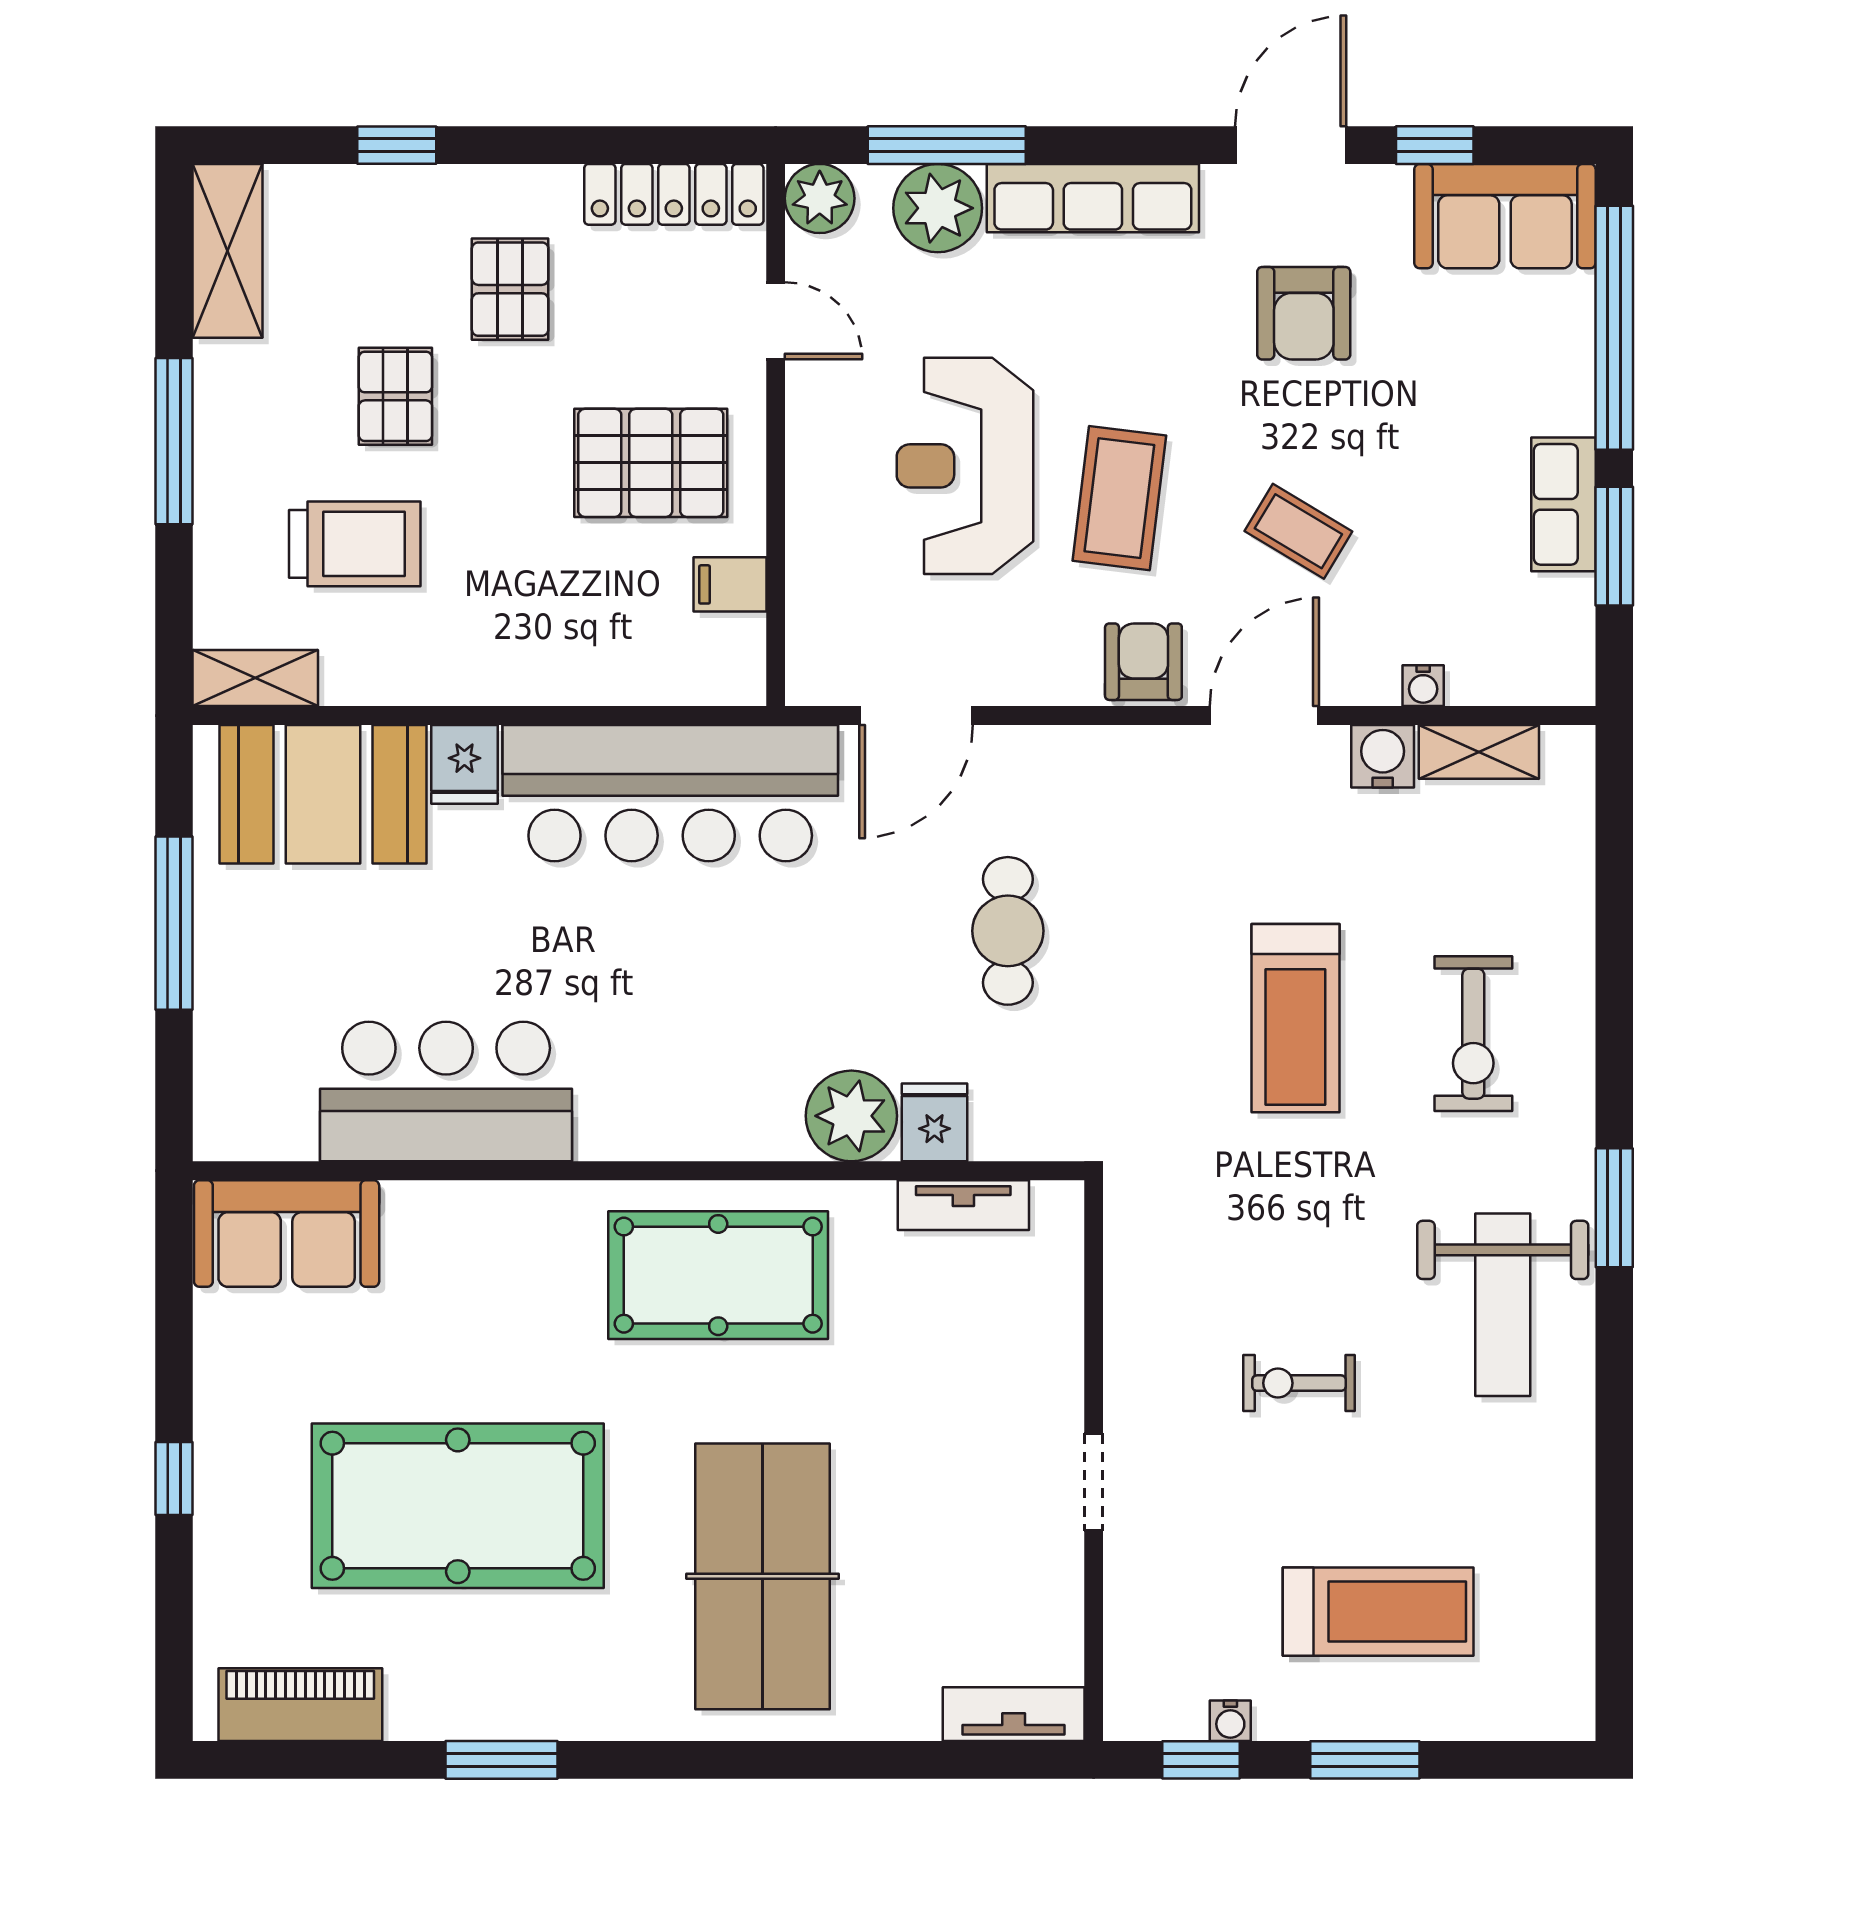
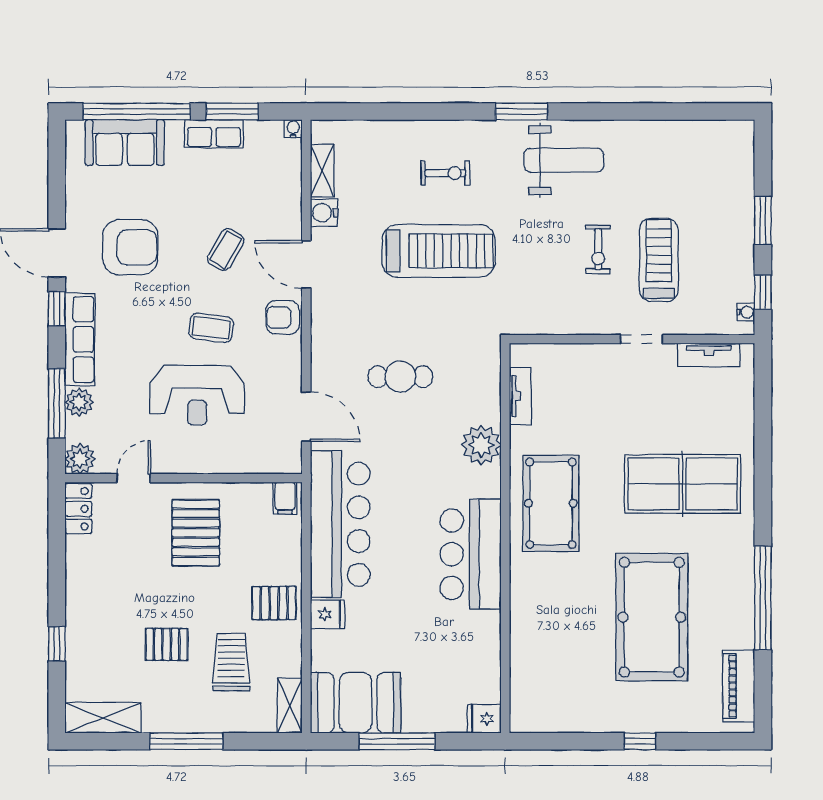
window: (1435, 145) -> (57, 309), moved
locker: (674, 194) -> (78, 509), width x0.66
plant: (938, 208) -> (79, 402), width x0.73, depth x0.73
sofa: (1505, 216) -> (125, 143), moved, turned 90
pallet: (510, 289) -> (274, 603), moved
armchair: (1304, 313) -> (130, 247), width x1.36, depth x1.36
coffee table: (1119, 498) -> (211, 328), width x0.73, depth x0.77
filing cabinet: (730, 584) -> (285, 498), moved
water cooler: (1423, 686) -> (293, 129), moved, turned -90
booth: (323, 794) -> (356, 703), moved, turned 90
treadmill: (1295, 1018) -> (439, 251), width x1.37, depth x1.38
exercise bike: (1473, 1034) -> (445, 173), width x0.73, depth x0.72
bar counter: (446, 1091) -> (471, 554), moved
fridge: (934, 1122) -> (484, 719), moved
sofa: (287, 1233) -> (533, 692), removed
treadmill: (1378, 1612) -> (659, 260), moved
tv unit: (1014, 1714) -> (709, 355), moved, turned -90
water cooler: (1230, 1721) -> (746, 312), moved
window: (502, 1760) -> (763, 598), width x2.11

